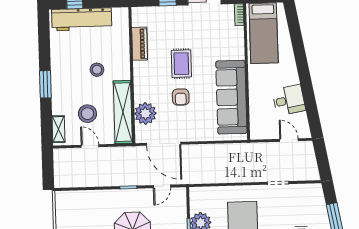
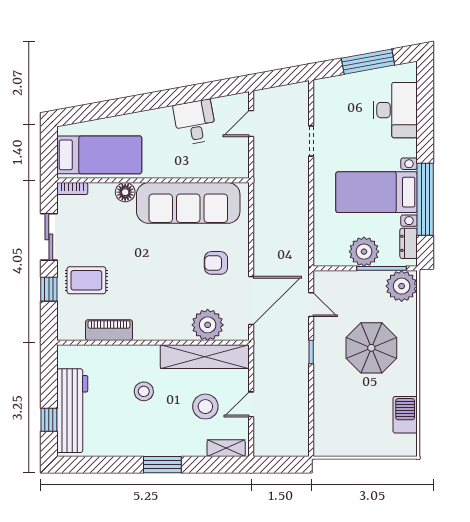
floor lamp: (238, 52) -> (125, 192), added
rug: (181, 64) -> (86, 280), moved
armchair: (181, 97) -> (216, 263), moved, turned 180

